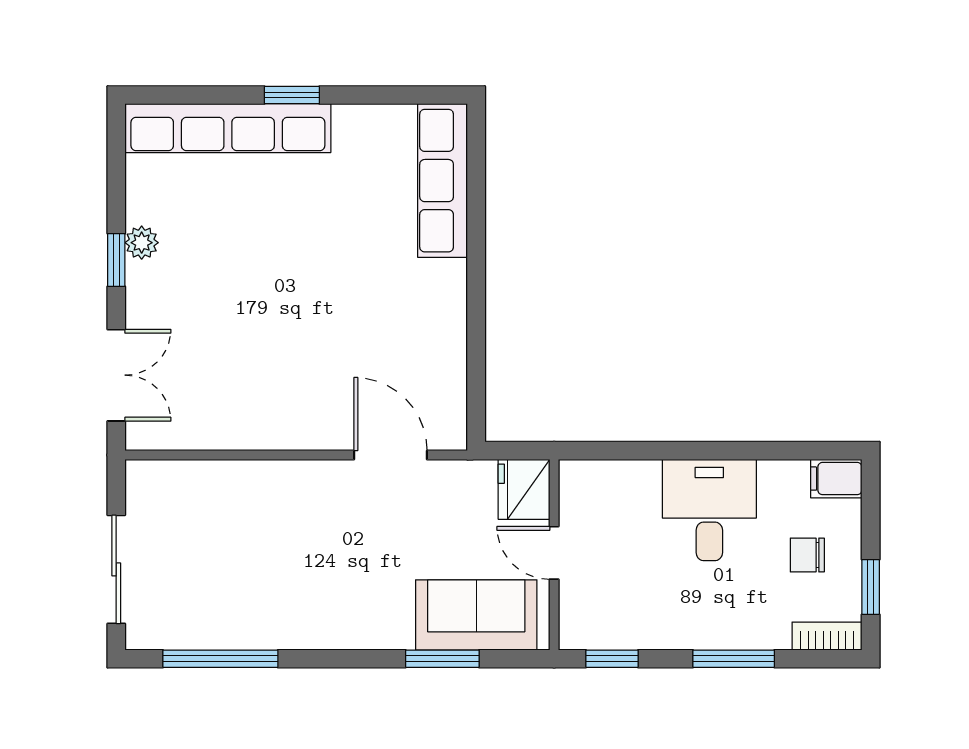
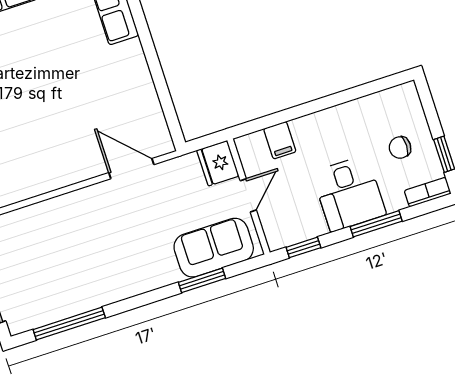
filing cabinet: (836, 479) -> (280, 140), moved, turned -90
desk: (709, 510) -> (349, 193), moved, turned 180
door: (554, 553) -> (248, 195), swing flipped

